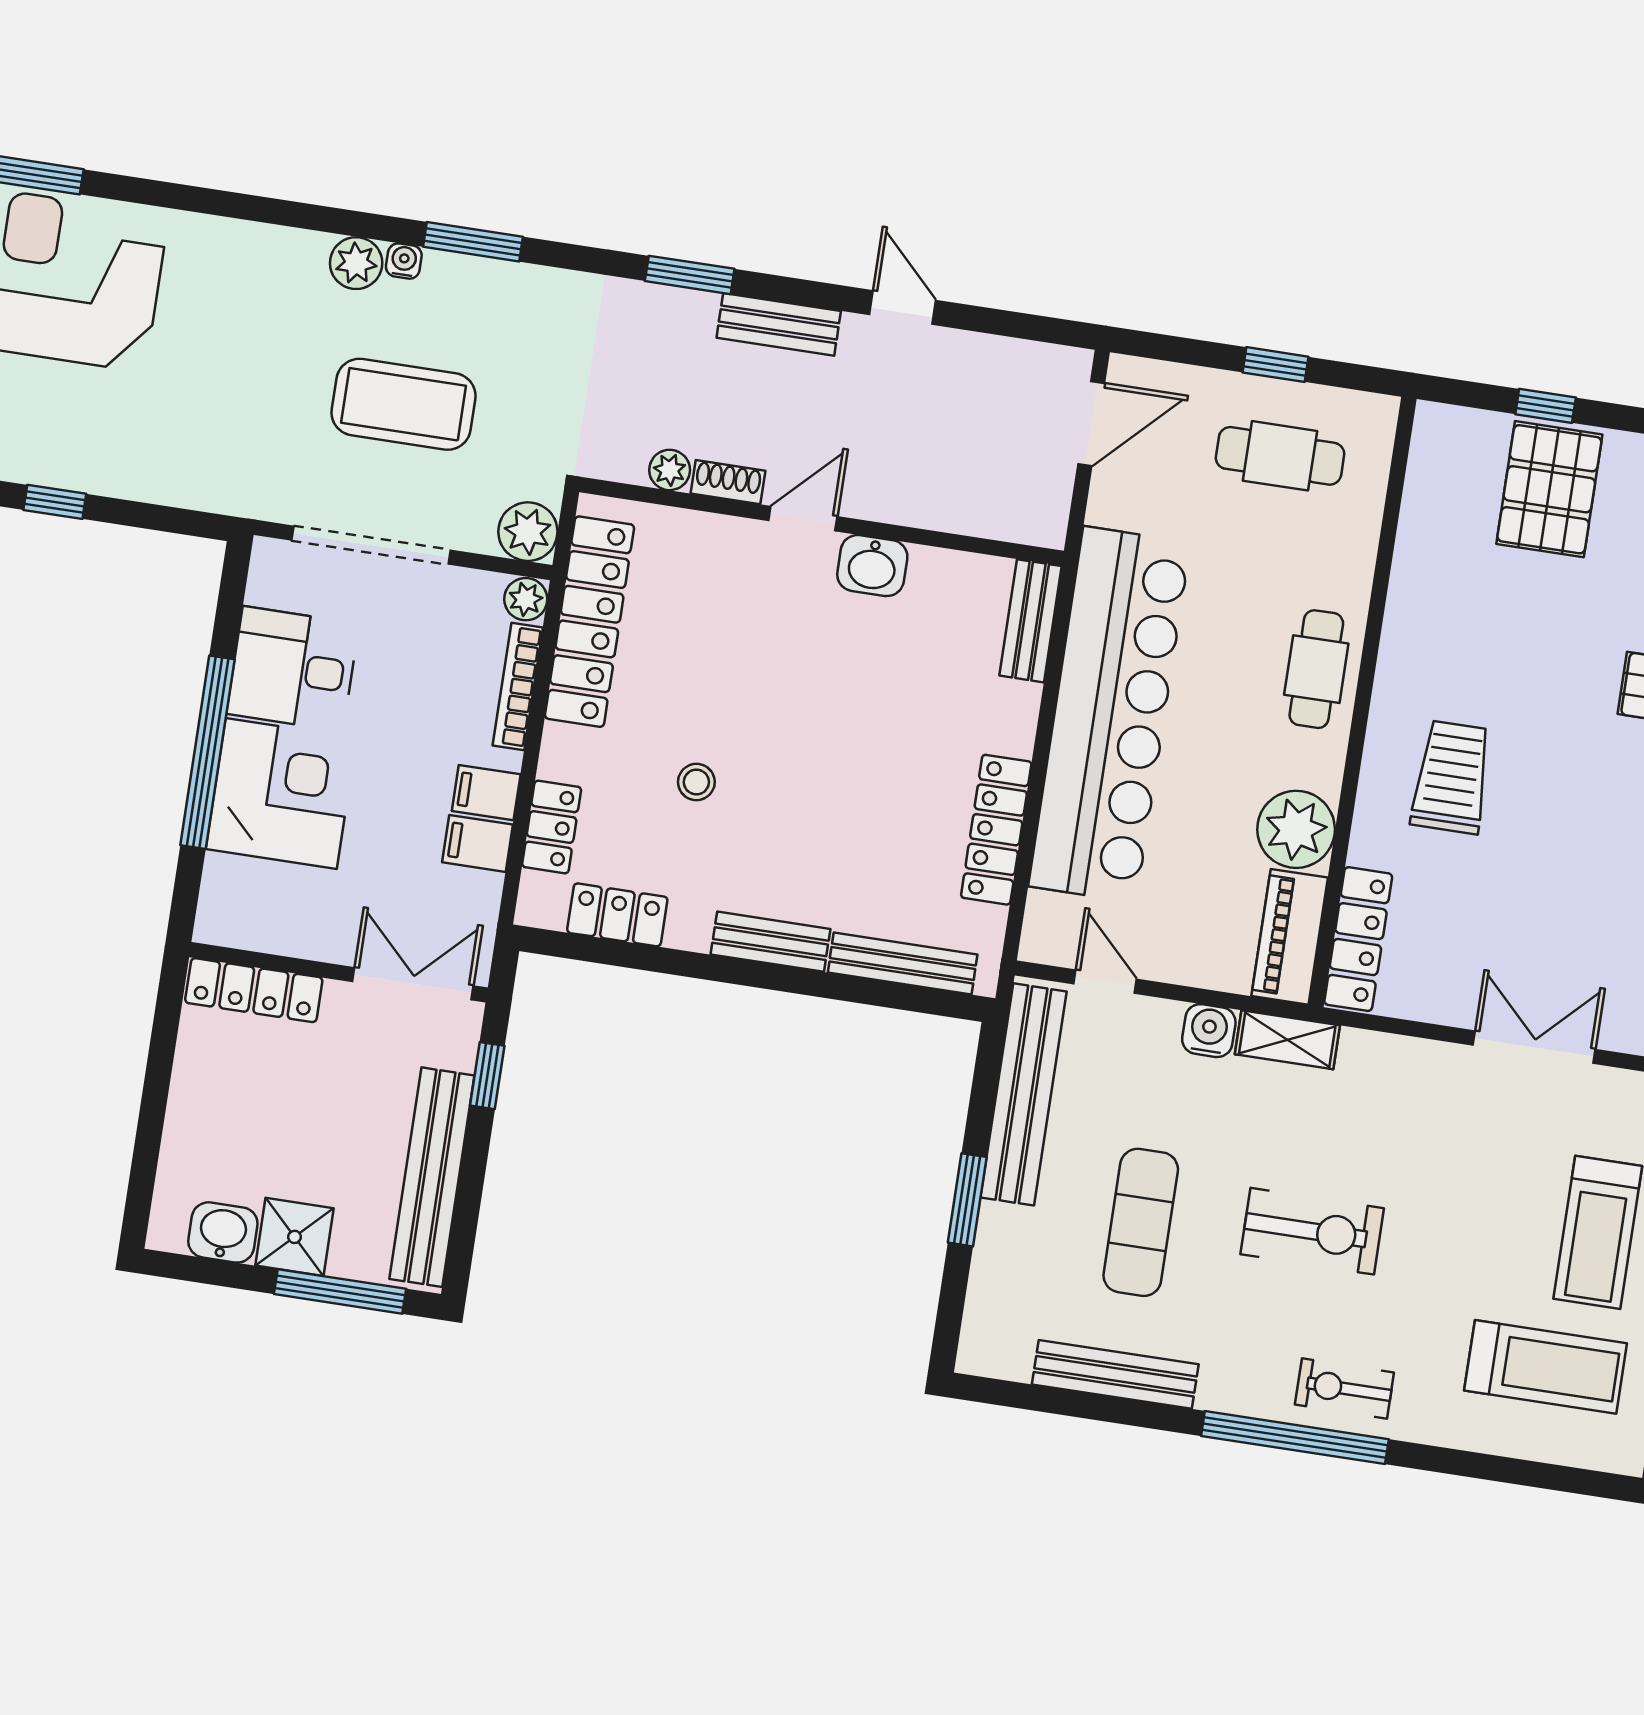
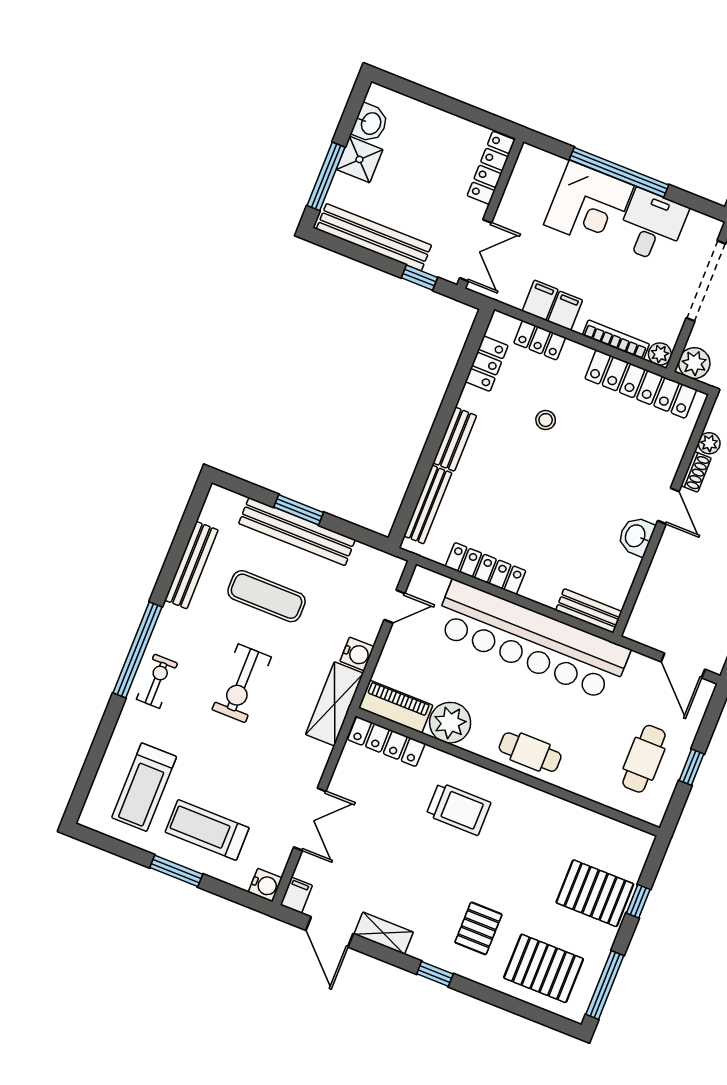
shelving: (1287, 1040) -> (334, 704), width x1.50, depth x1.33
bench: (1024, 1094) -> (297, 532), moved

